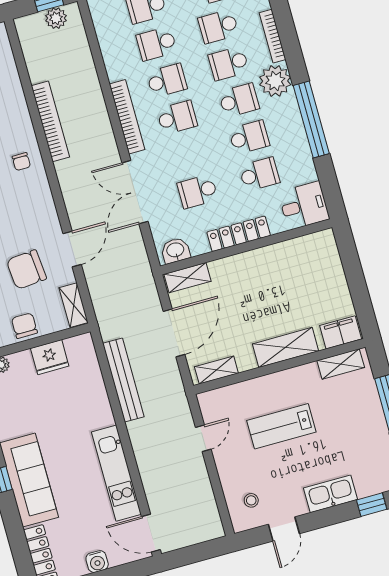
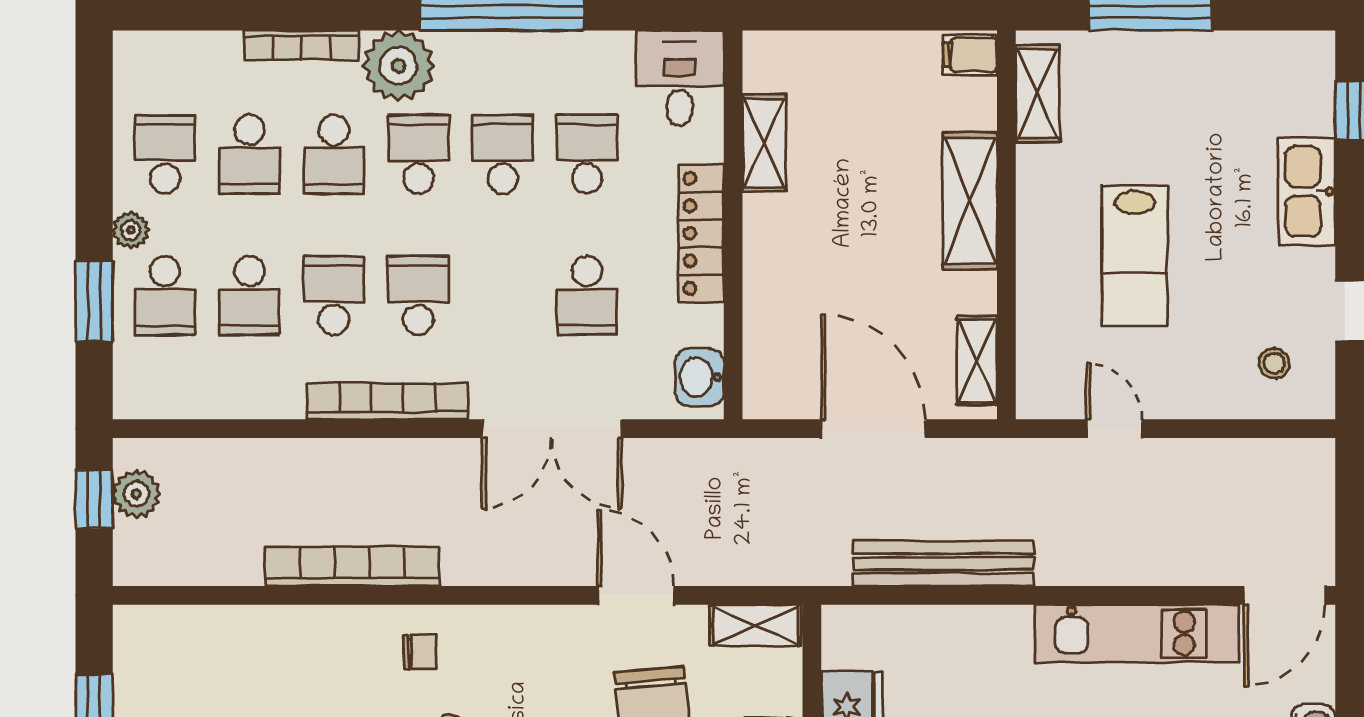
shelving: (187, 278) -> (764, 143), moved
filing cabinet: (341, 332) -> (970, 55), width x0.50

